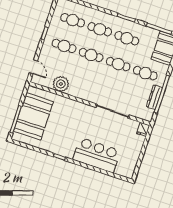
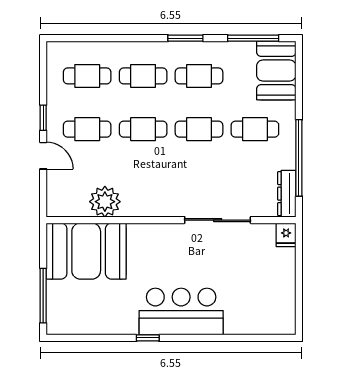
door: (33, 67) -> (43, 156), moved
dresser: (154, 97) -> (287, 194), moved
booth: (33, 116) -> (86, 251), moved, turned 90
bar counter: (97, 155) -> (181, 312), moved

